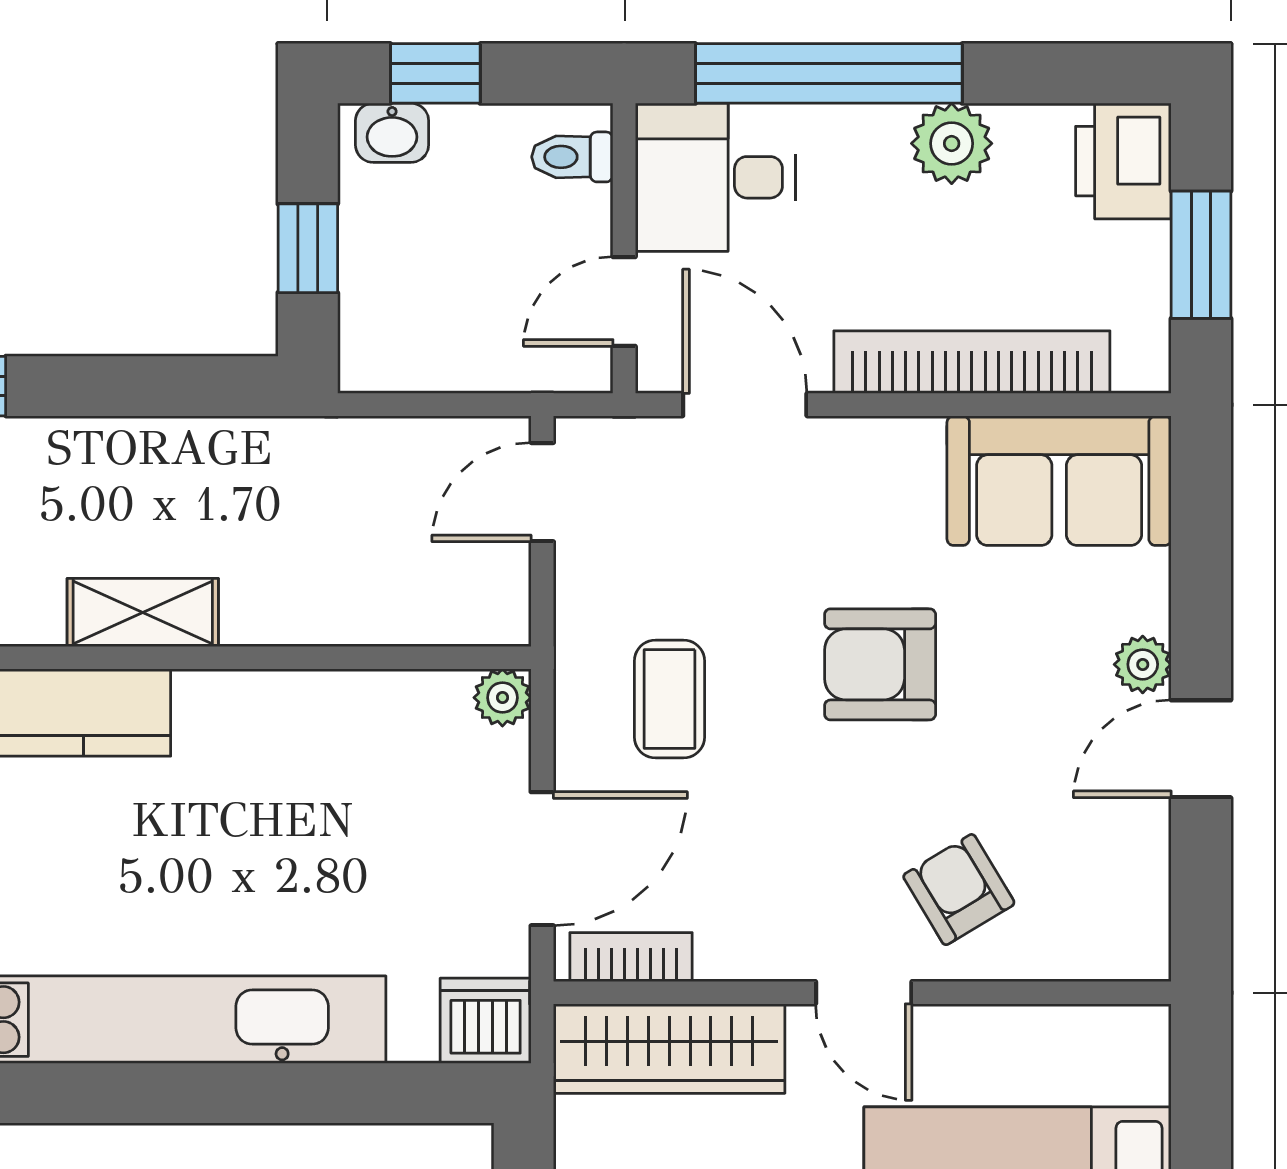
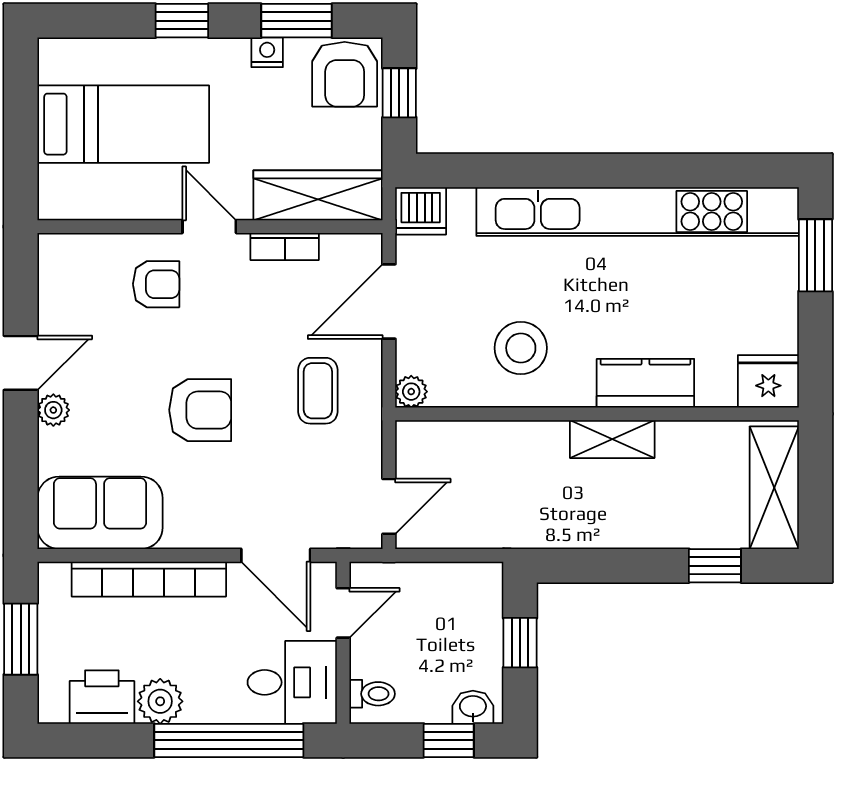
printer: (1123, 161) -> (102, 697), moved, turned -90
stool: (306, 775) -> (521, 348), added
armchair: (959, 890) -> (156, 284), turned -59
bookcase: (631, 957) -> (285, 247), moved

